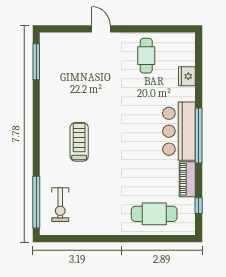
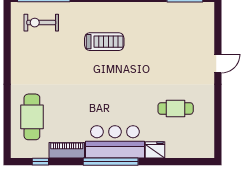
cafe table: (146, 56) -> (176, 108), moved
fridge: (187, 76) -> (155, 150), moved

